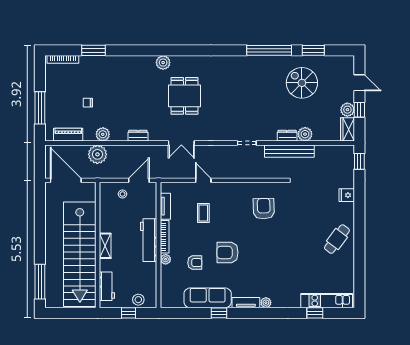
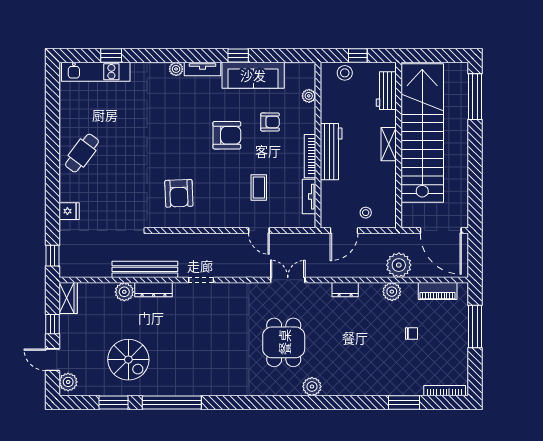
plant: (347, 110) -> (68, 382), moved
dresser: (287, 136) -> (154, 290), width x1.44
plant: (166, 259) -> (309, 96), moved
armchair: (195, 263) -> (270, 122), turned 180

